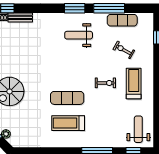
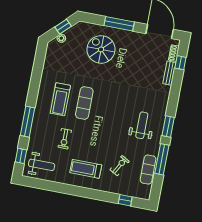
exercise bike: (105, 83) -> (65, 139), moved
treadmill: (134, 84) -> (86, 169), turned 180
treadmill: (68, 123) -> (60, 99), turned 180

